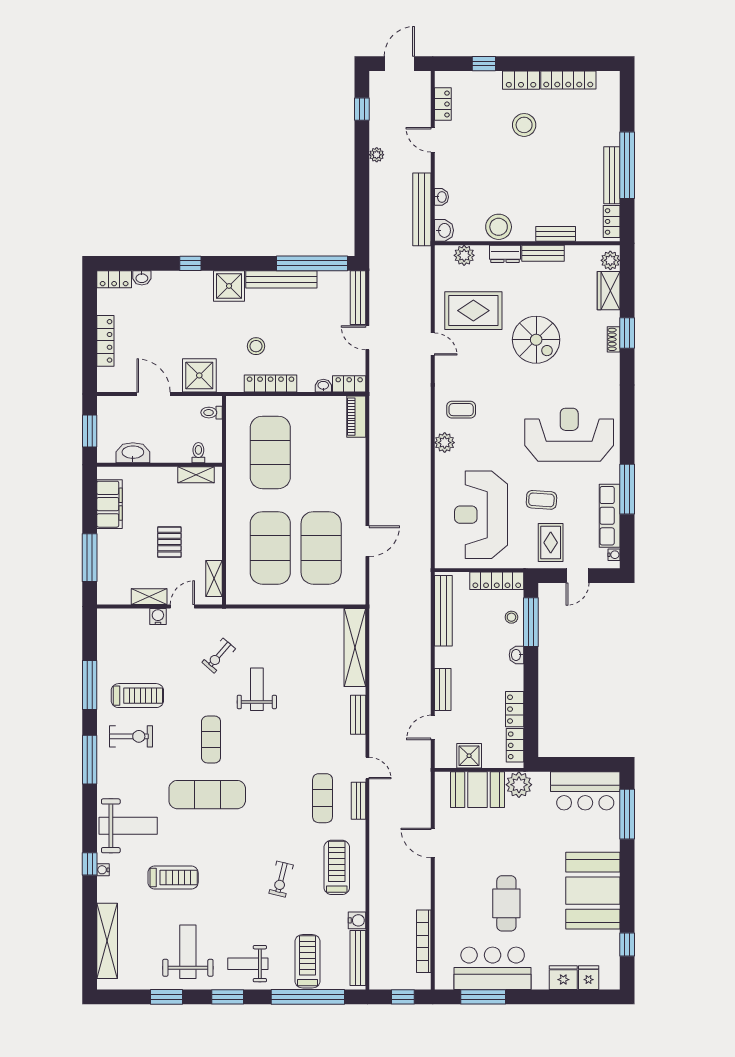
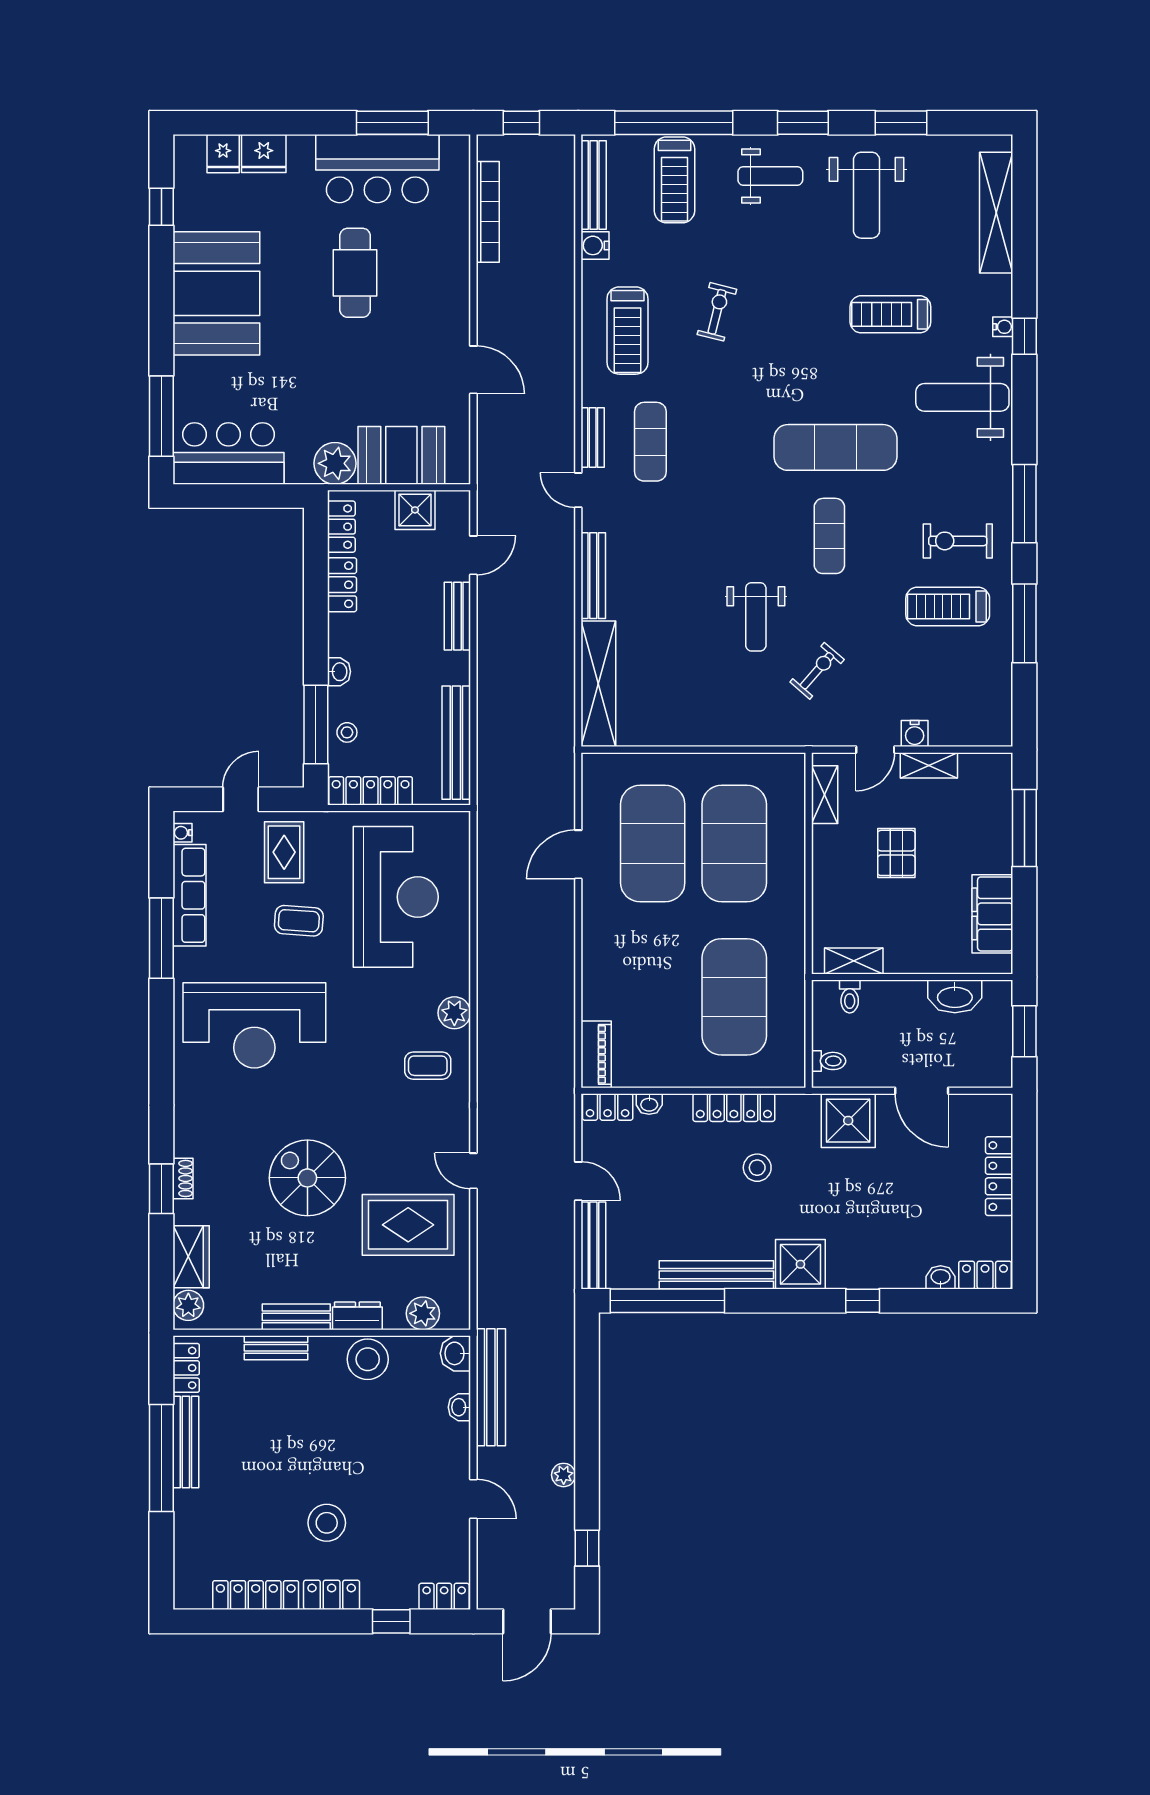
locker: (443, 104) -> (444, 1596), moved, turned 90
bench: (358, 715) -> (593, 576), width x1.36

